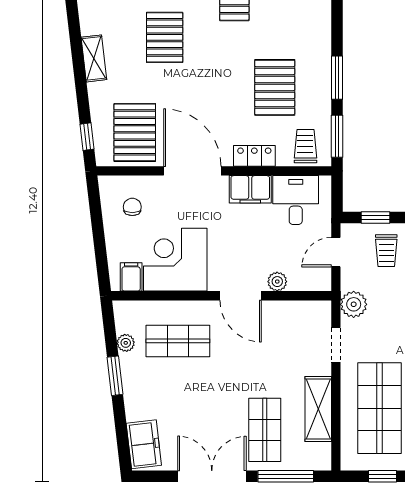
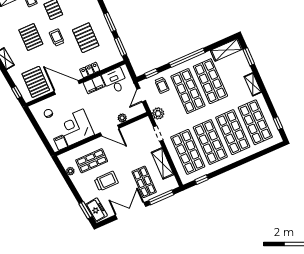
trolley: (305, 146) -> (57, 37), moved
window: (115, 376) -> (86, 210), moved
trolley: (189, 395) -> (106, 181), added

